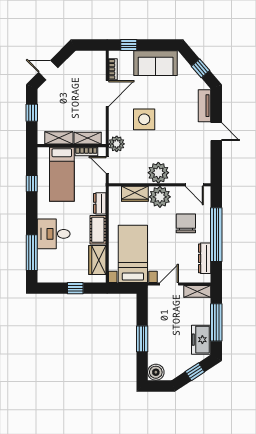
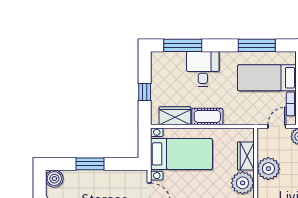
plant: (158, 173) -> (268, 169), moved
window: (32, 184) -> (257, 45), width x2.17
dresser: (100, 203) -> (236, 118), removed

